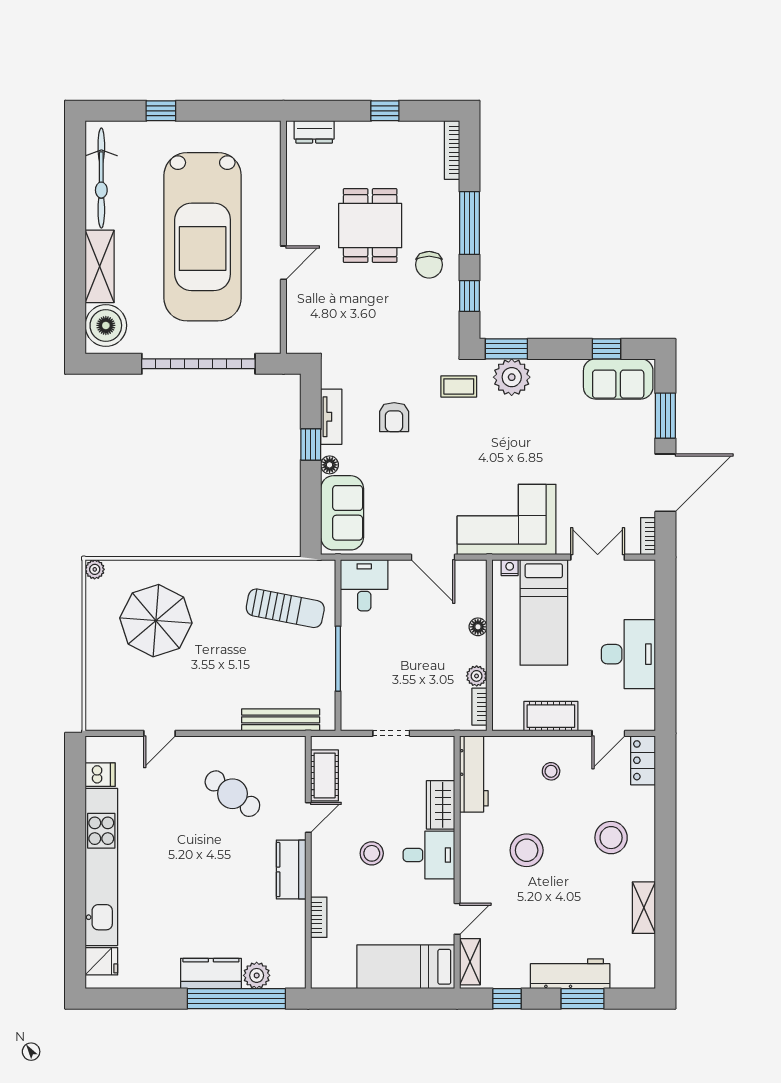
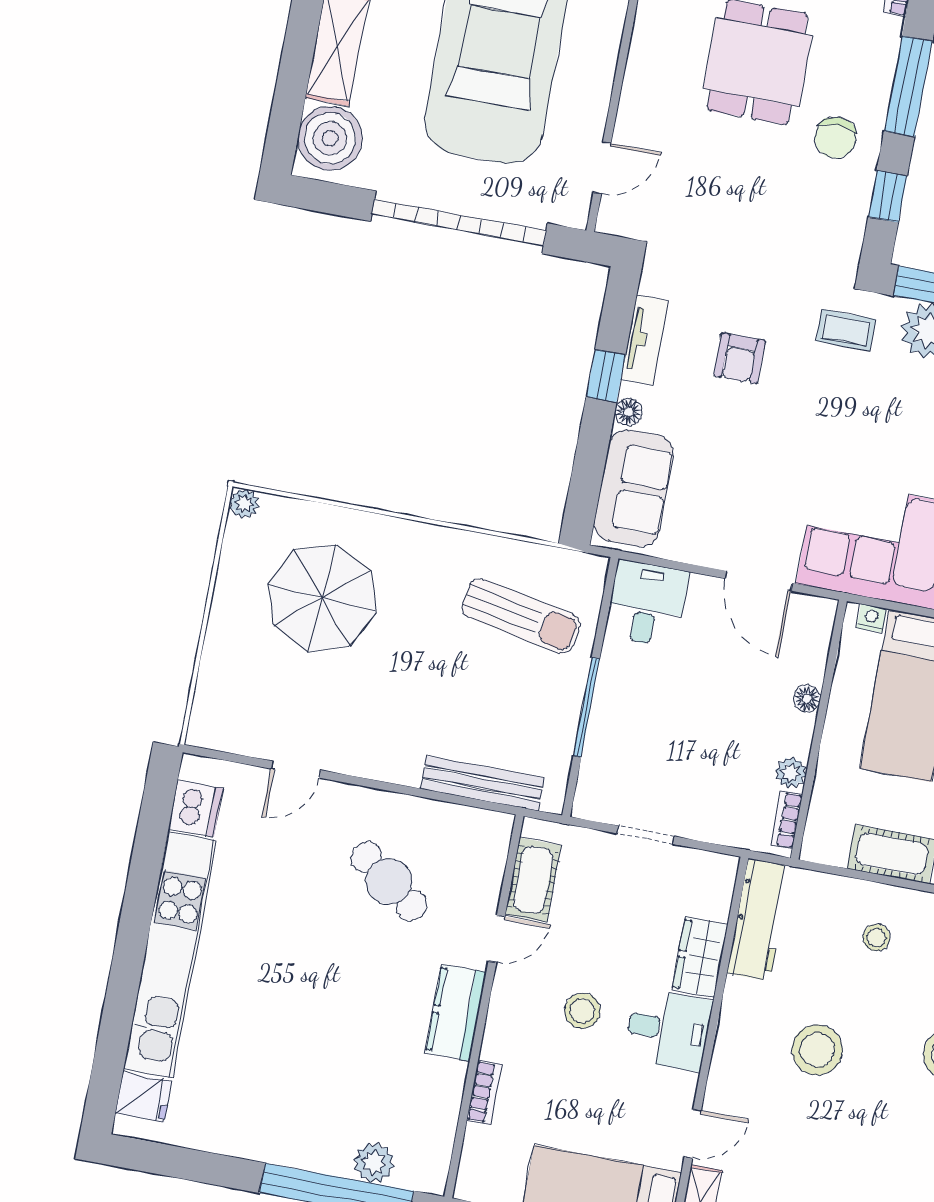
door: (283, 263) -> (602, 168), moved
dishwasher: (100, 775) -> (196, 808), width x1.38
kitchen counter: (211, 974) -> (305, 1147), removed

